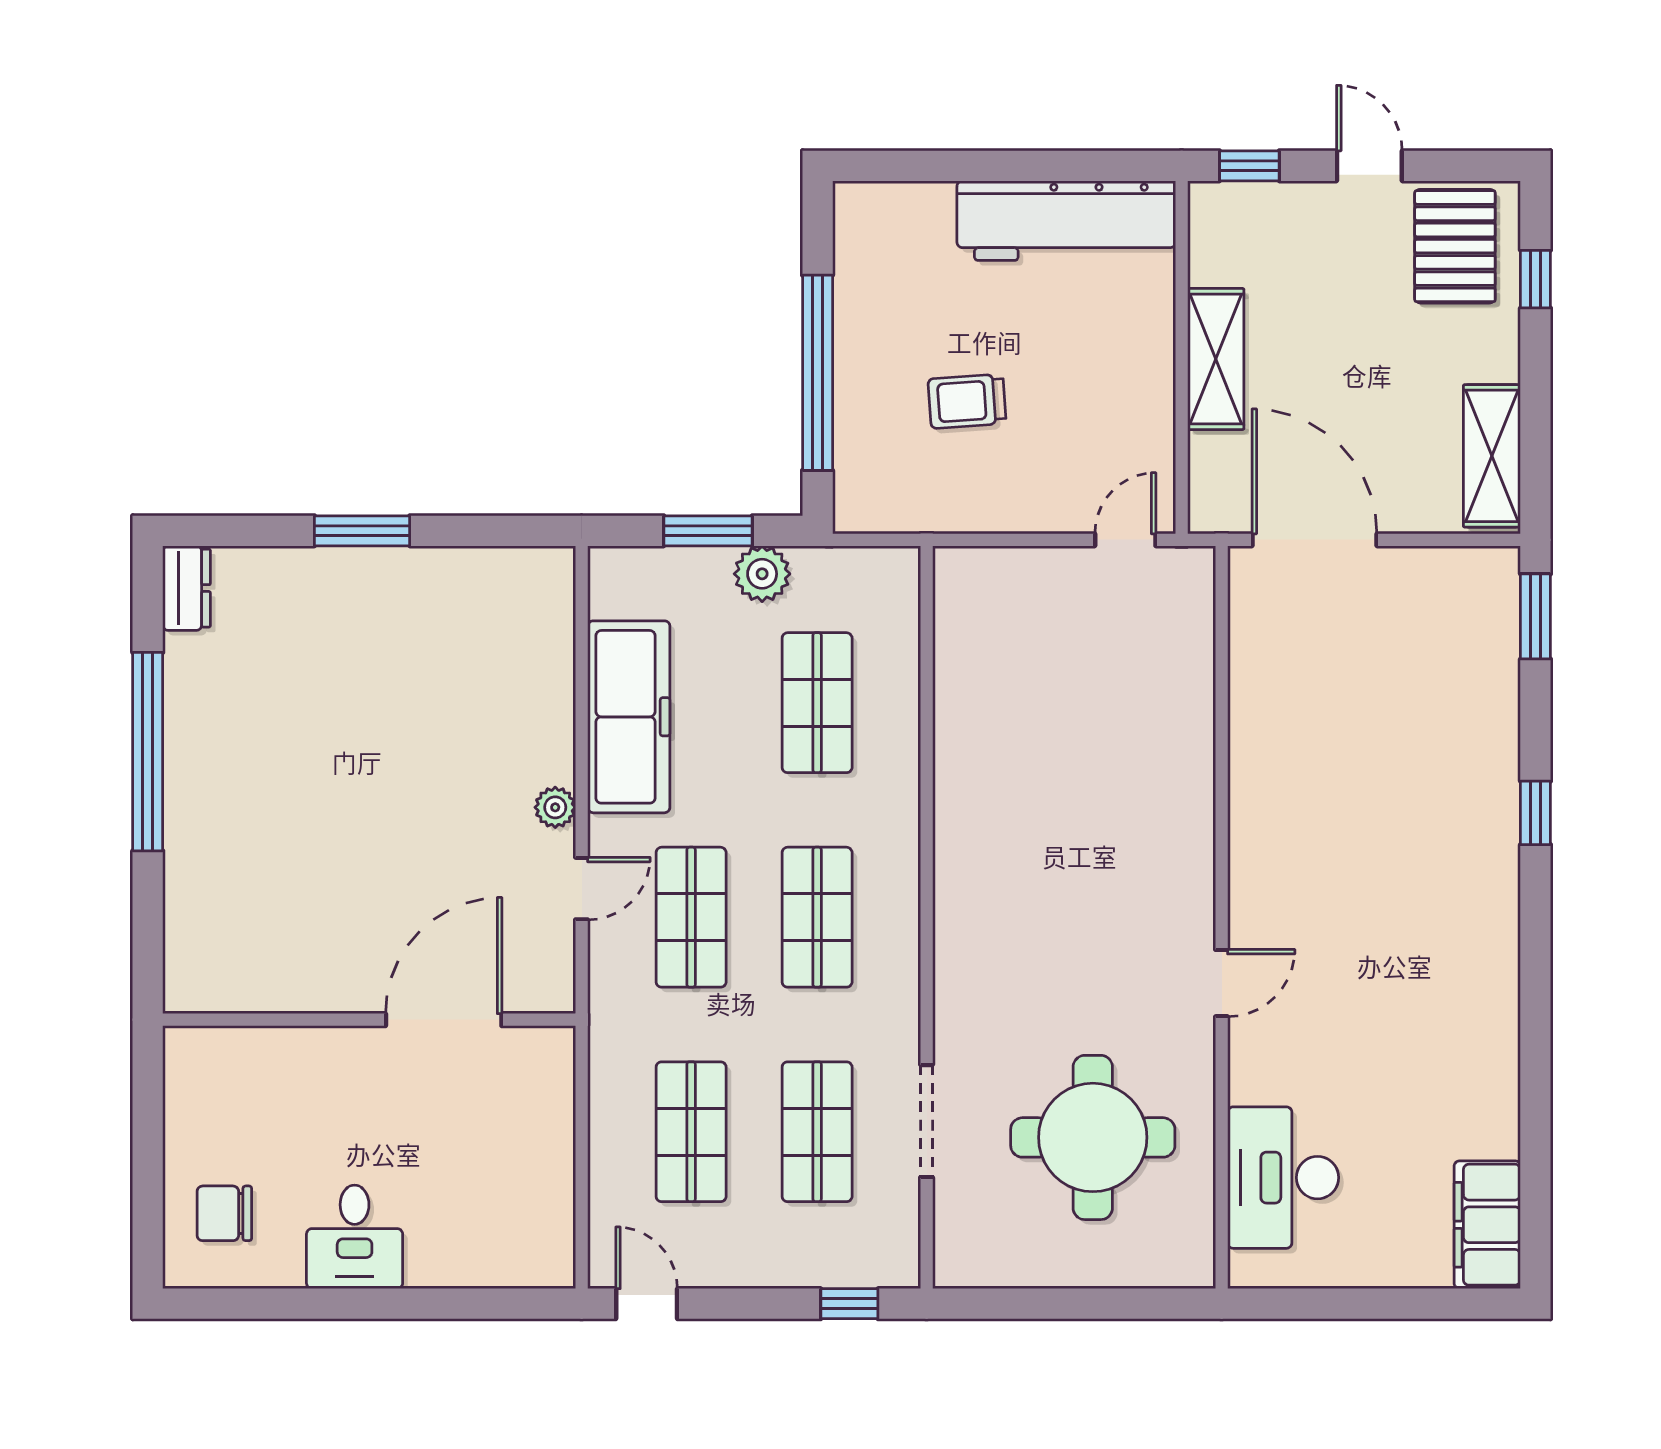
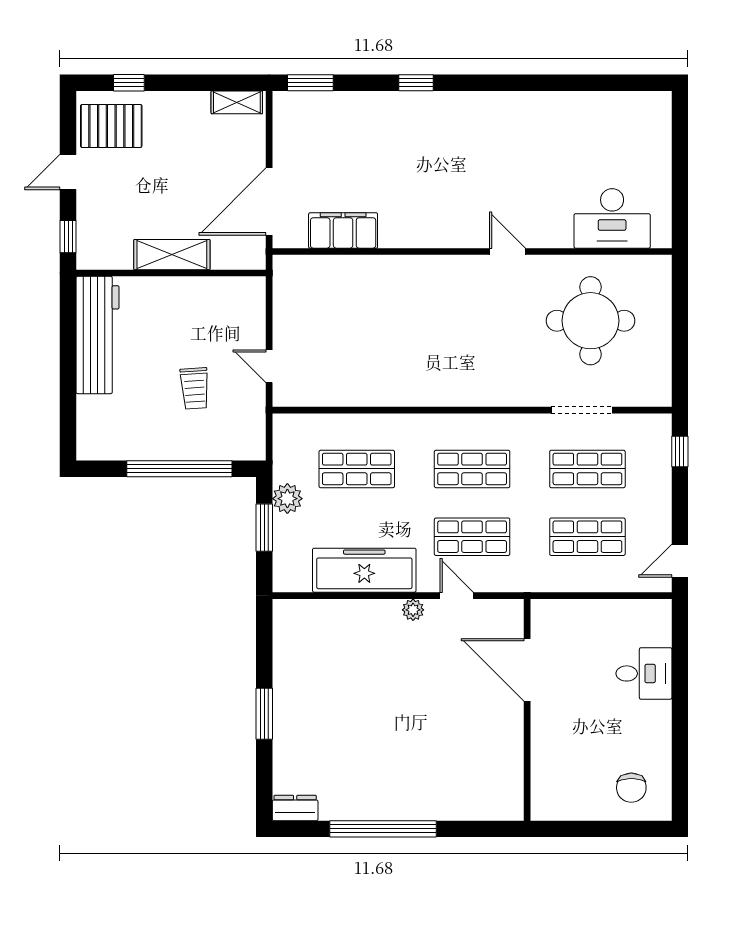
shelving: (1492, 456) -> (237, 102), width x0.67, depth x0.75
door: (1125, 540) -> (269, 366), moved
filing cabinet: (1487, 1225) -> (343, 230), moved, turned 180
desk: (355, 1237) -> (644, 673), moved

